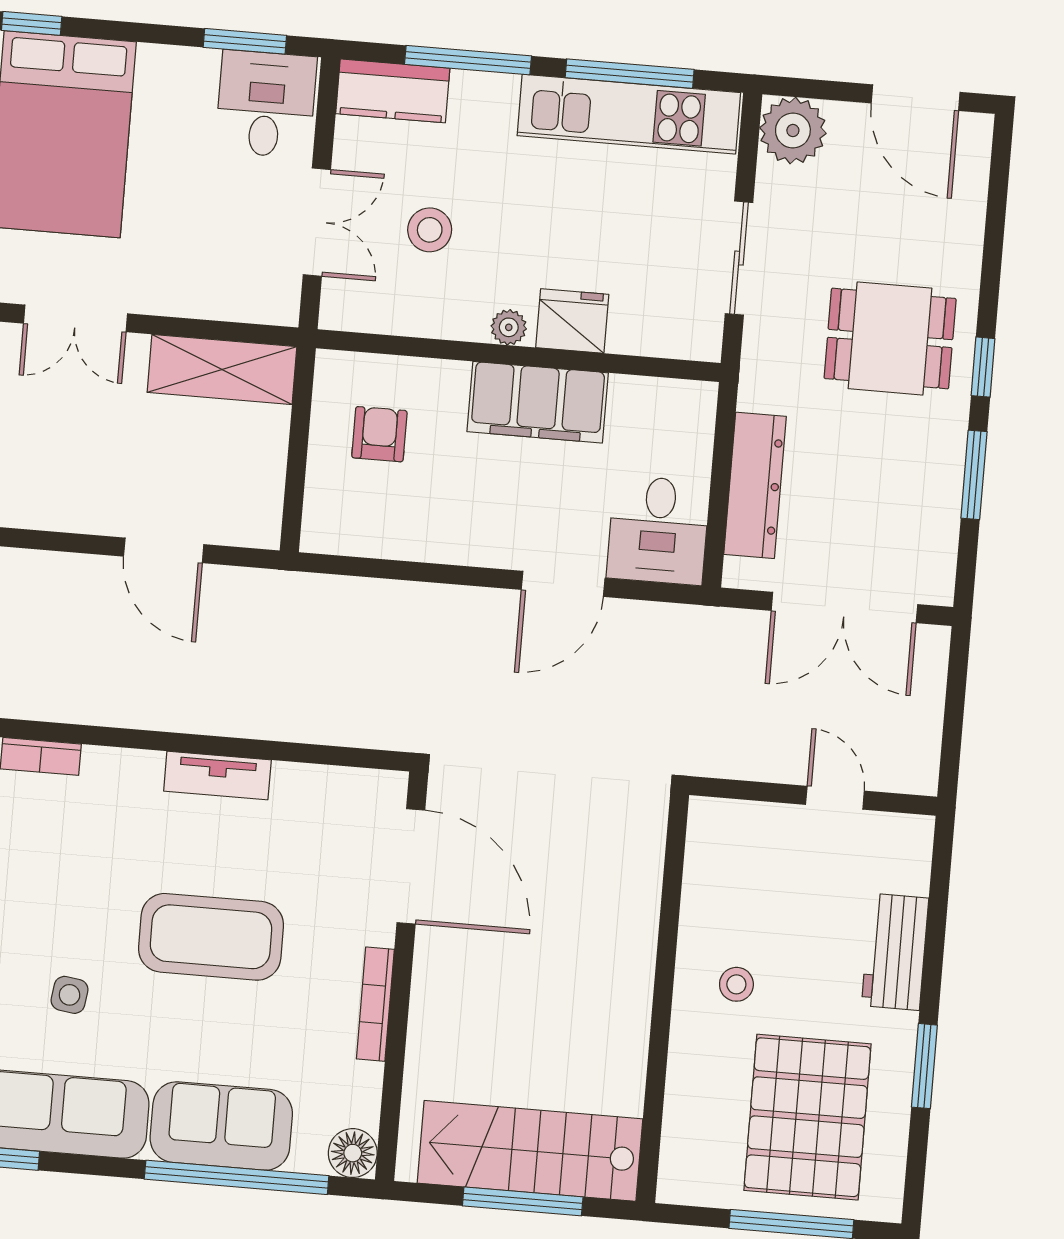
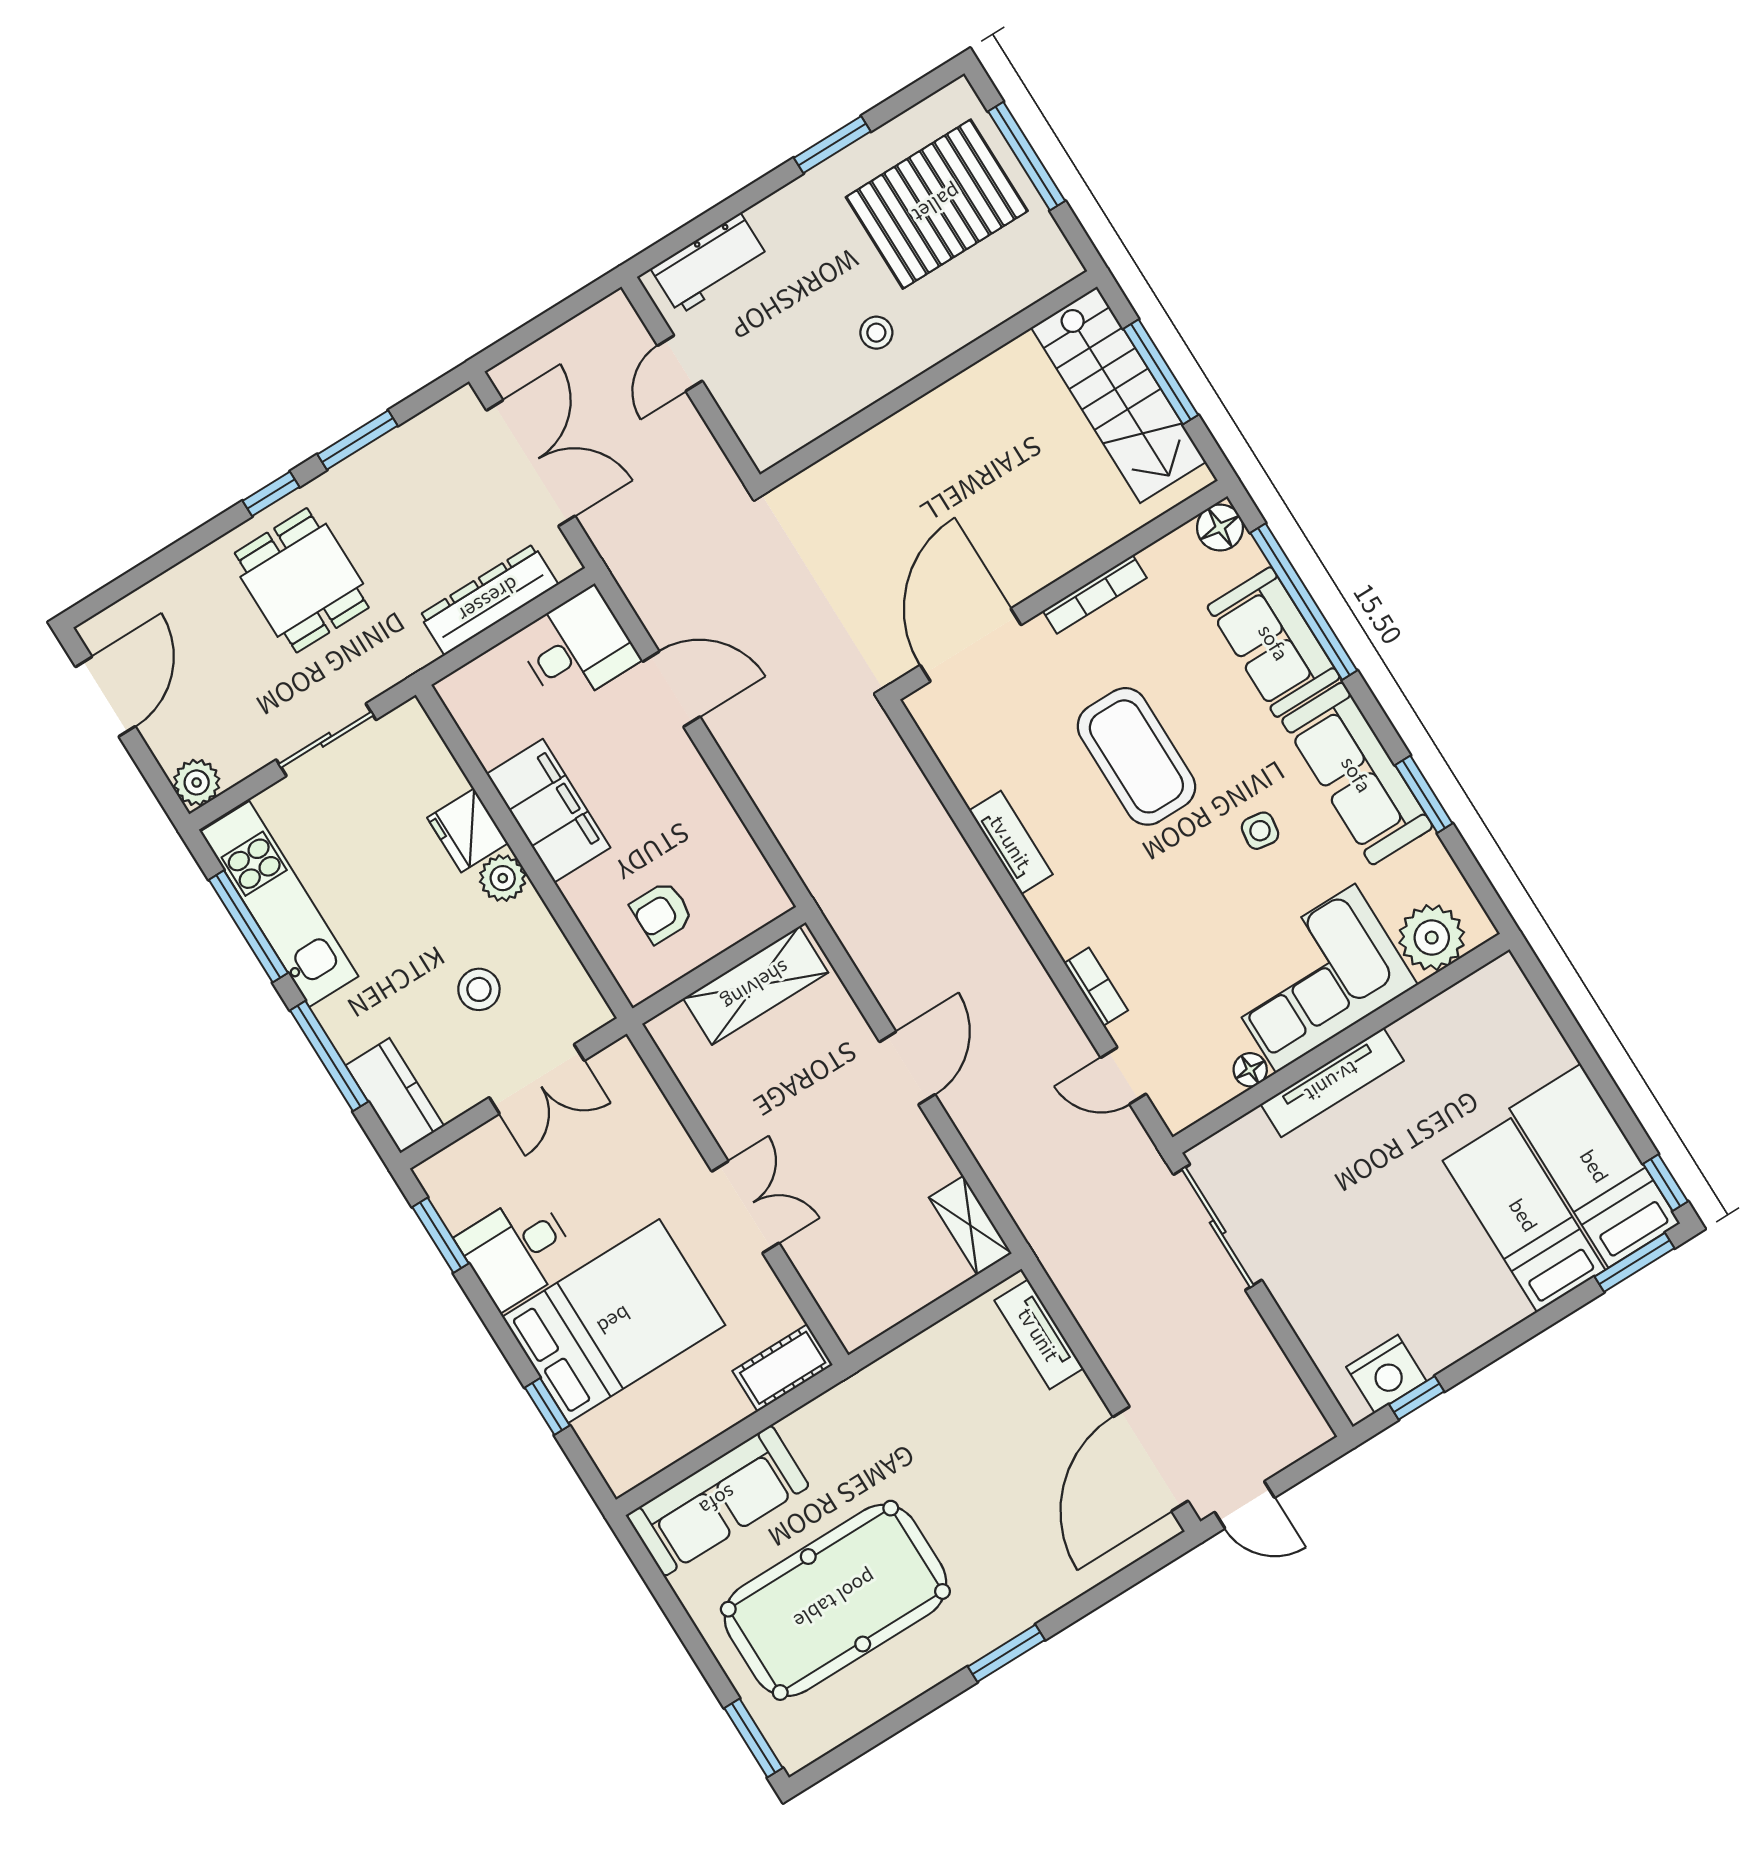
desk: (266, 104) -> (517, 1250), moved
plant: (793, 130) -> (197, 782), width x0.73, depth x0.73
double door: (317, 222) -> (537, 1079), swing flipped
plant: (509, 327) -> (503, 878), width x1.38, depth x1.38
shelving: (222, 370) -> (756, 986), moved, turned 90
door: (164, 550) -> (907, 1068), moved
workbench: (895, 952) -> (710, 264), moved

